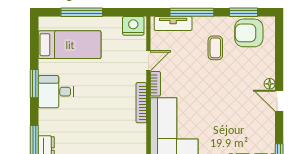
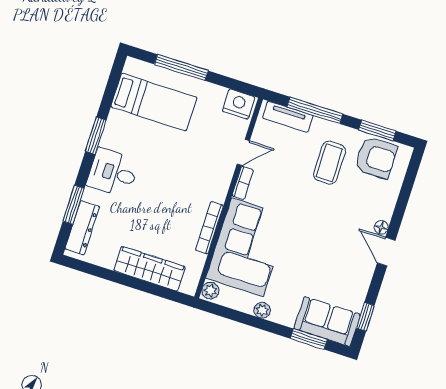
armchair: (249, 33) -> (376, 158), turned 180
coffee table: (215, 48) -> (329, 163), width x1.36, depth x1.30
desk: (56, 92) -> (113, 173), moved
bookcase: (141, 103) -> (209, 228), moved

